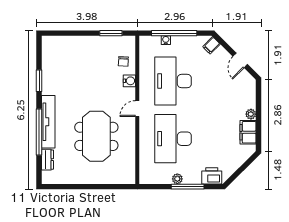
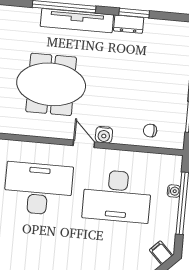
water cooler: (129, 81) -> (104, 135), moved
desk: (173, 81) -> (117, 196), turned 180
dresser: (47, 160) -> (129, 24), moved

